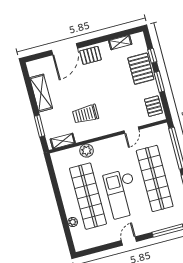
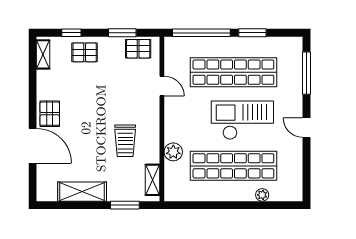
shelving: (120, 42) -> (43, 54), moved
pallet: (141, 69) -> (85, 52), width x0.67, depth x0.71
window: (159, 82) -> (122, 33), moved
checkout: (122, 194) -> (242, 120), turned 180

